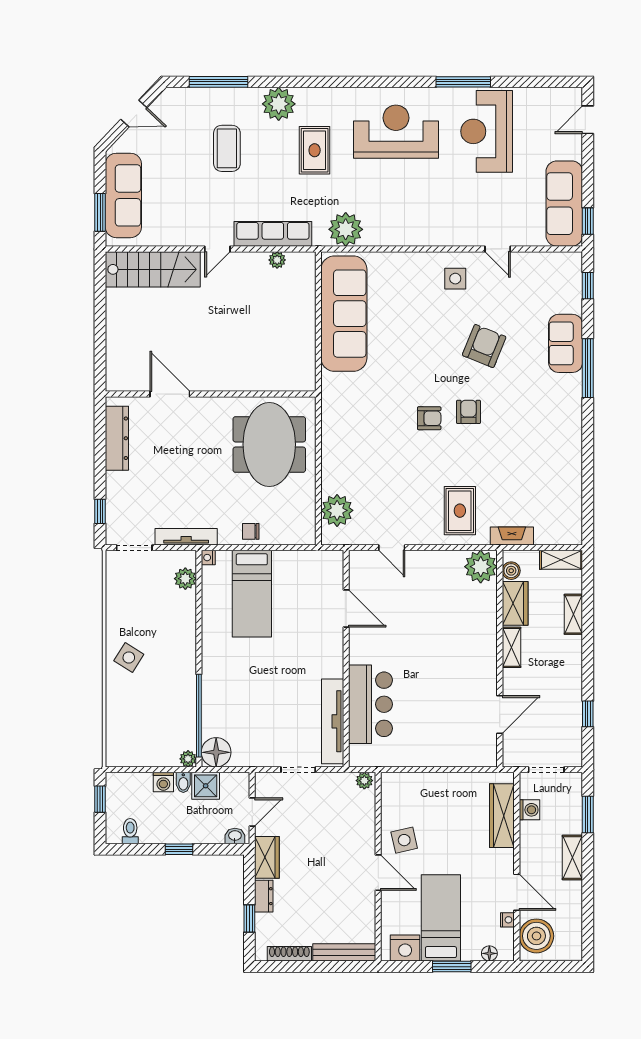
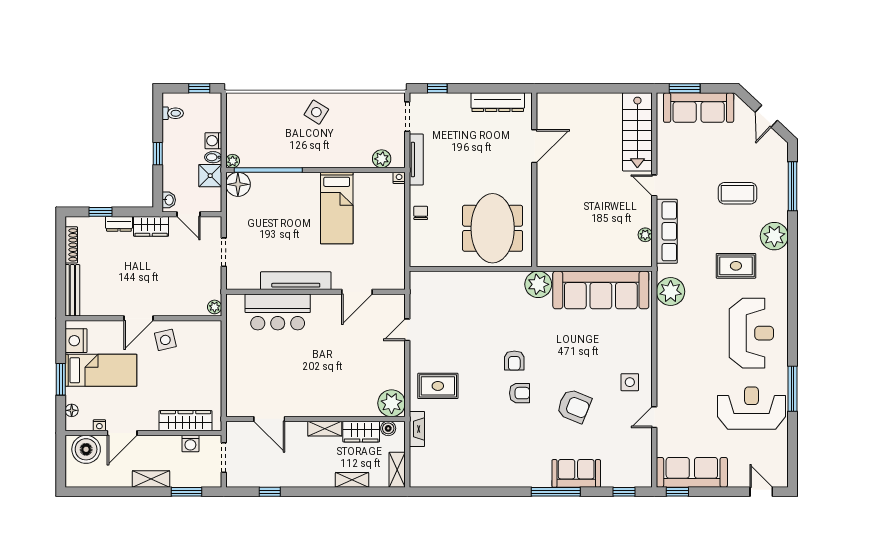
meeting table: (269, 444) -> (493, 228), turned 90
plant: (337, 510) -> (538, 284), moved
bed: (252, 594) -> (337, 208), moved, turned -90
tv unit: (333, 721) -> (296, 281), moved

